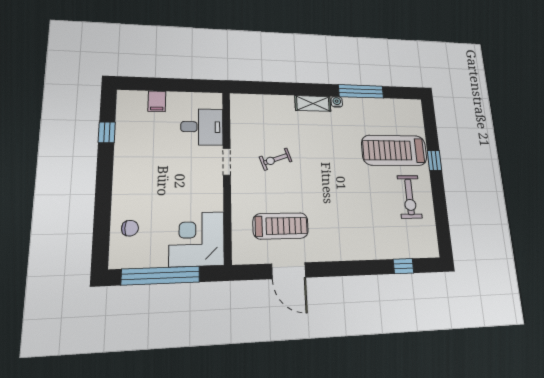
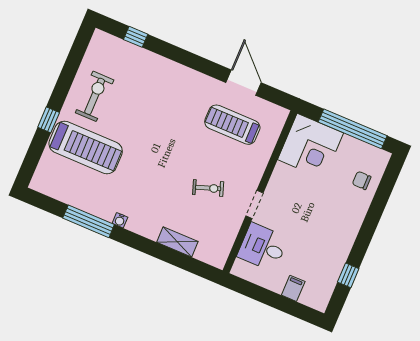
shelving: (313, 103) -> (177, 242), moved

